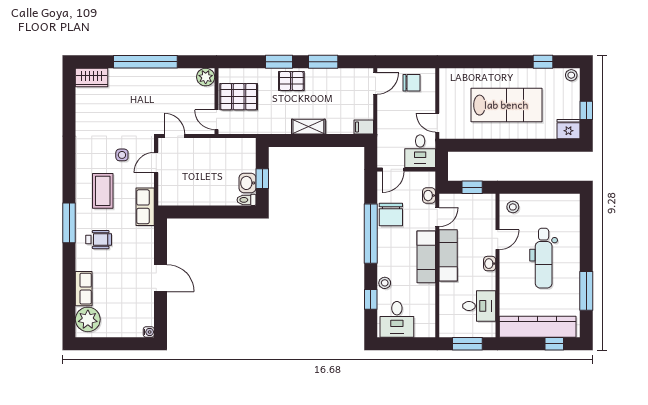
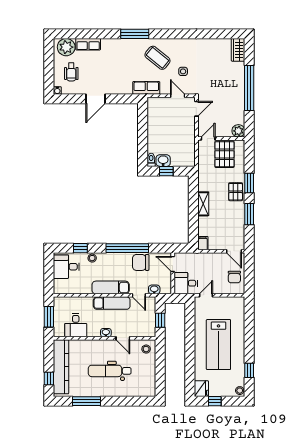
coffee table: (103, 191) -> (157, 58), turned 39
wheelchair: (99, 240) -> (71, 72), moved

